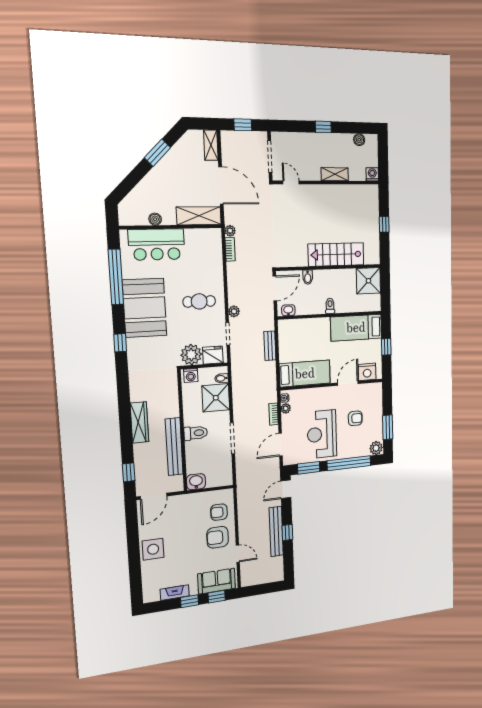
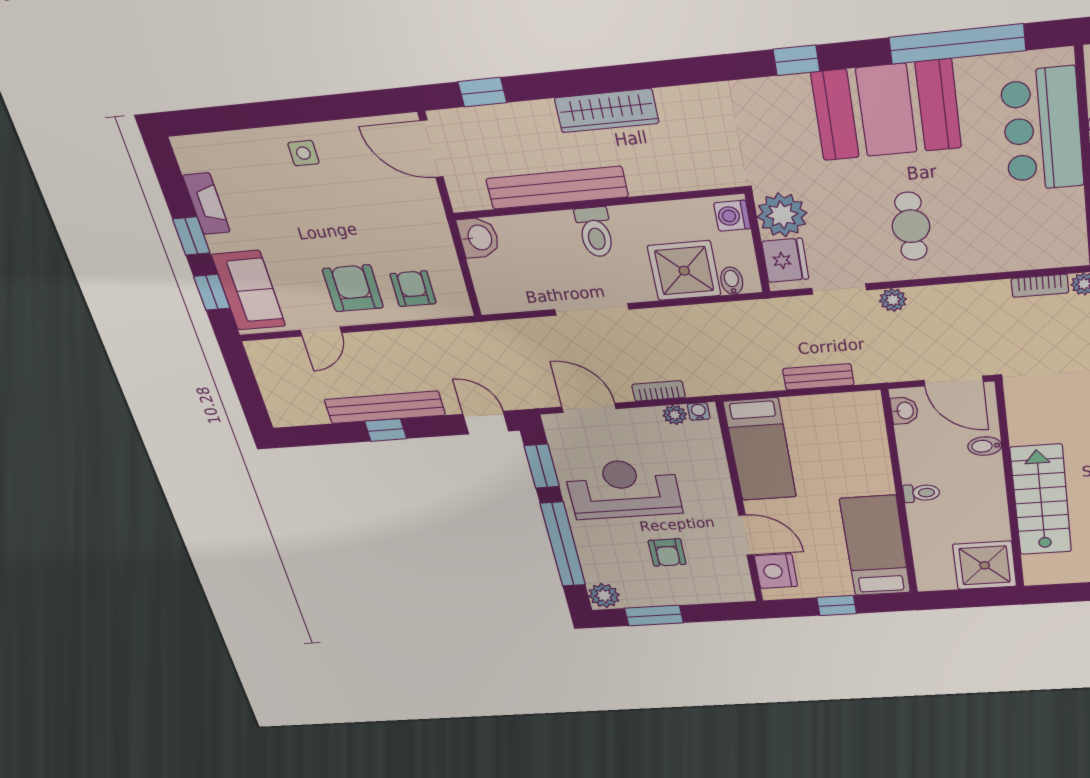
side table: (153, 549) -> (303, 153), width x0.54, depth x0.54

